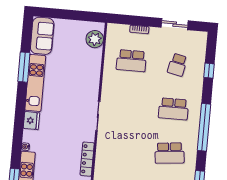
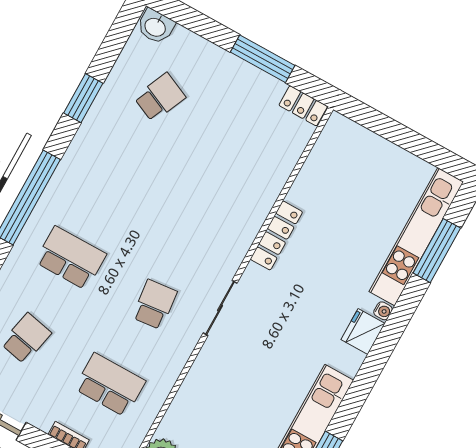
fridge: (31, 121) -> (363, 331), moved
school desk: (170, 153) -> (154, 304), moved, width x0.54

